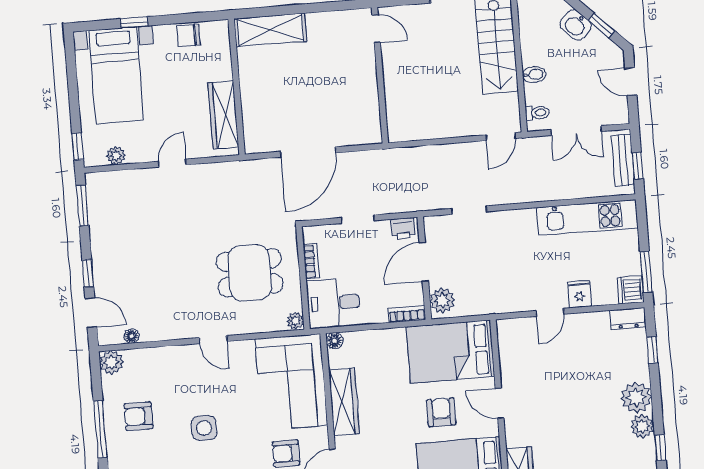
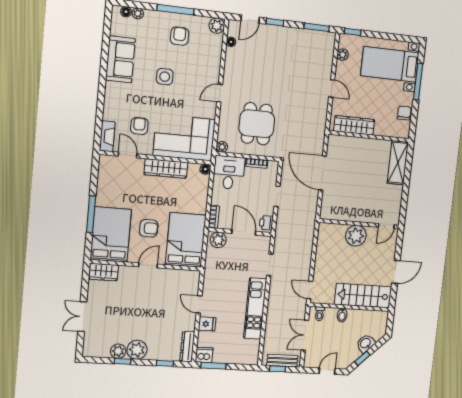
window: (134, 22) -> (418, 82), width x2.17
plant: (400, 77) -> (356, 236), added
kitchen unit: (587, 217) -> (255, 309), moved
dresser: (628, 319) -> (187, 347), width x1.44
window: (660, 448) -> (123, 361), moved

